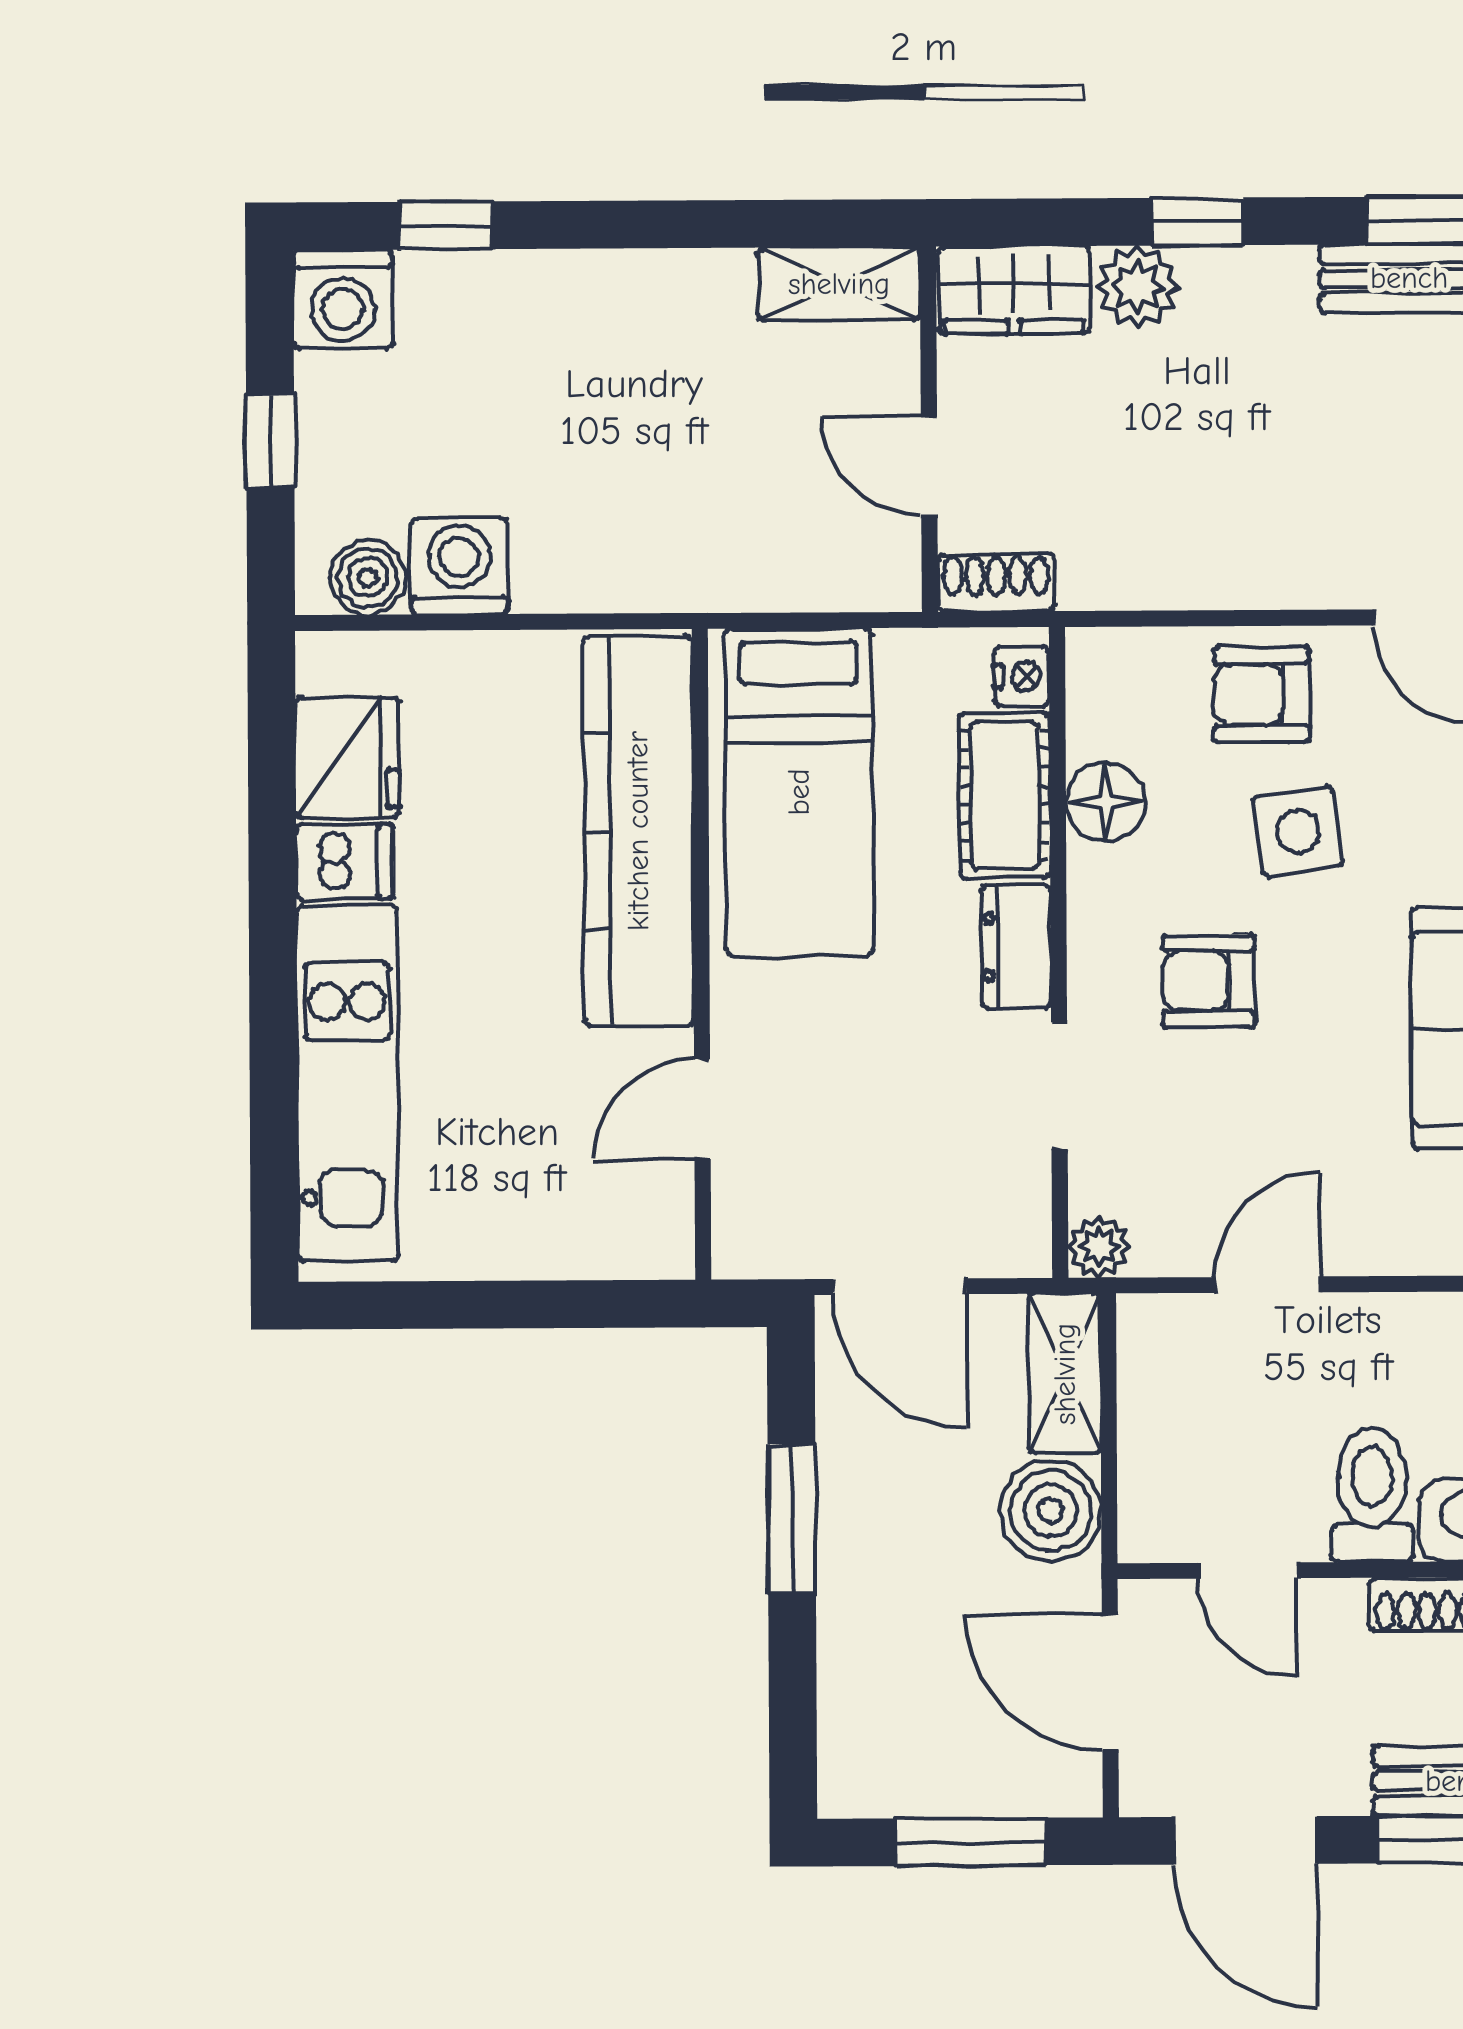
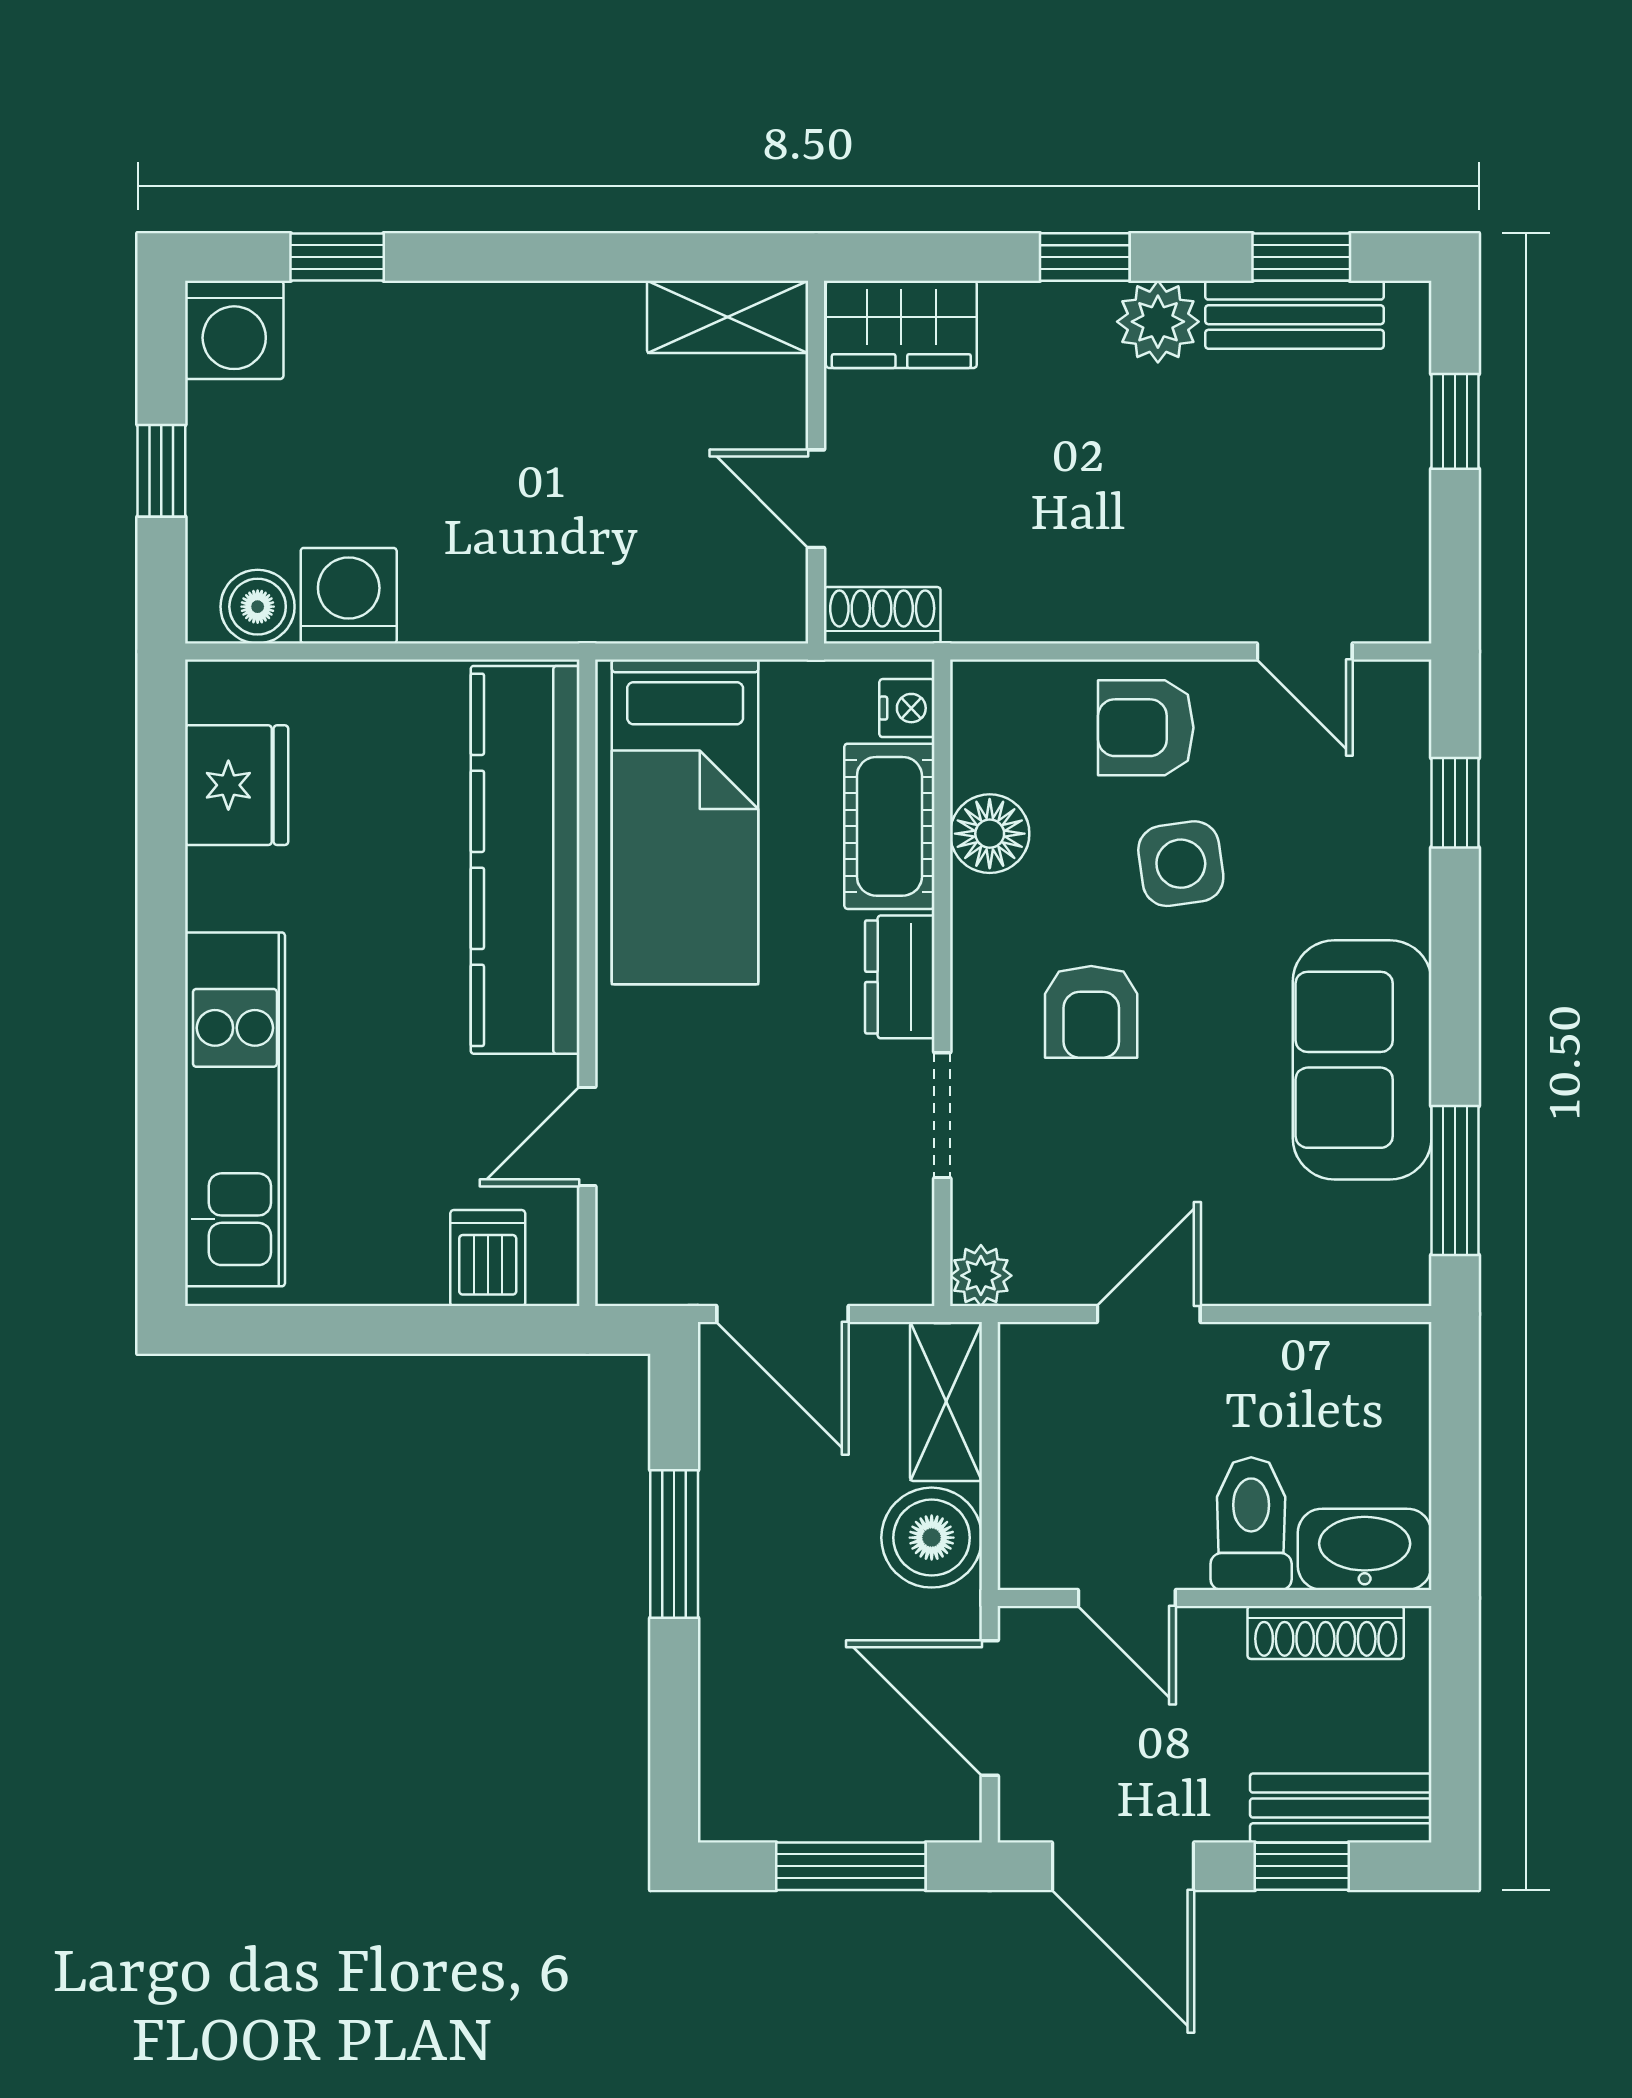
plant: (1137, 287) -> (1158, 322), moved
dishwasher: (345, 861) -> (488, 1258), moved, turned -90
armchair: (1209, 981) -> (1091, 1012), turned -90

